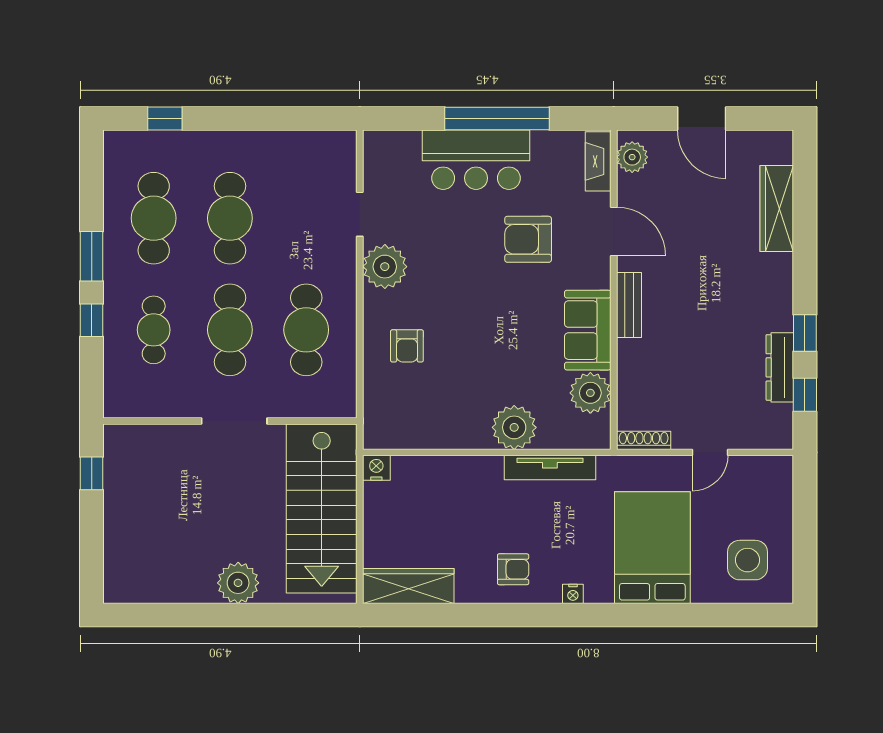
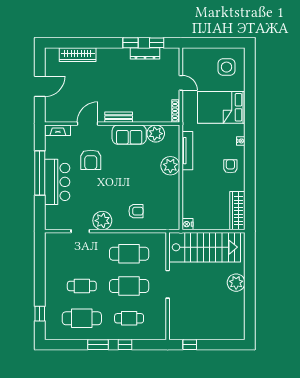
plant: (632, 157) -> (56, 116), removed
cafe table: (230, 218) -> (82, 286), width x0.73, depth x0.74

